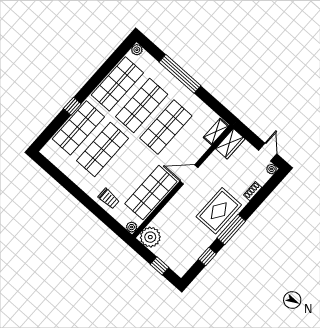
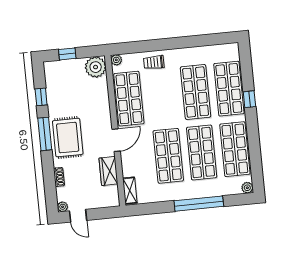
wardrobe: (230, 144) -> (108, 171), moved

